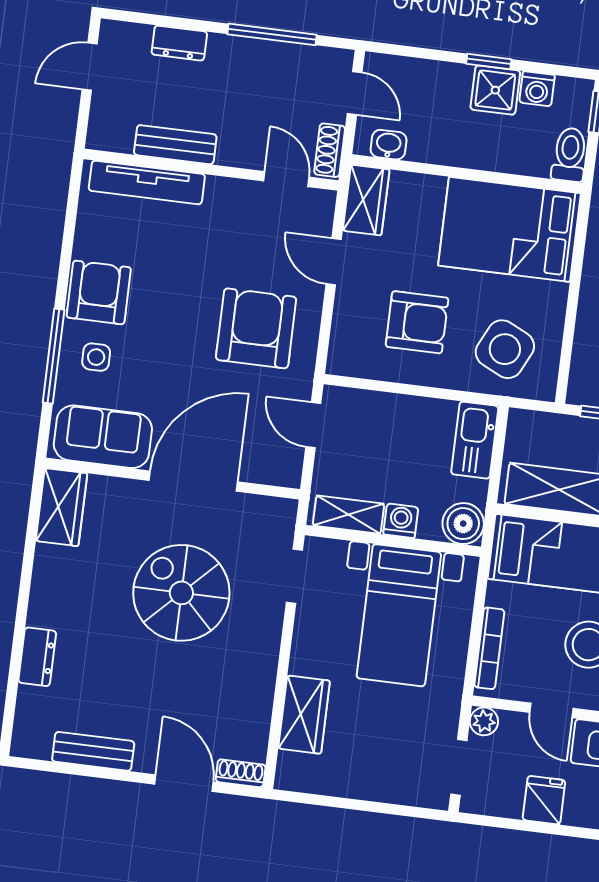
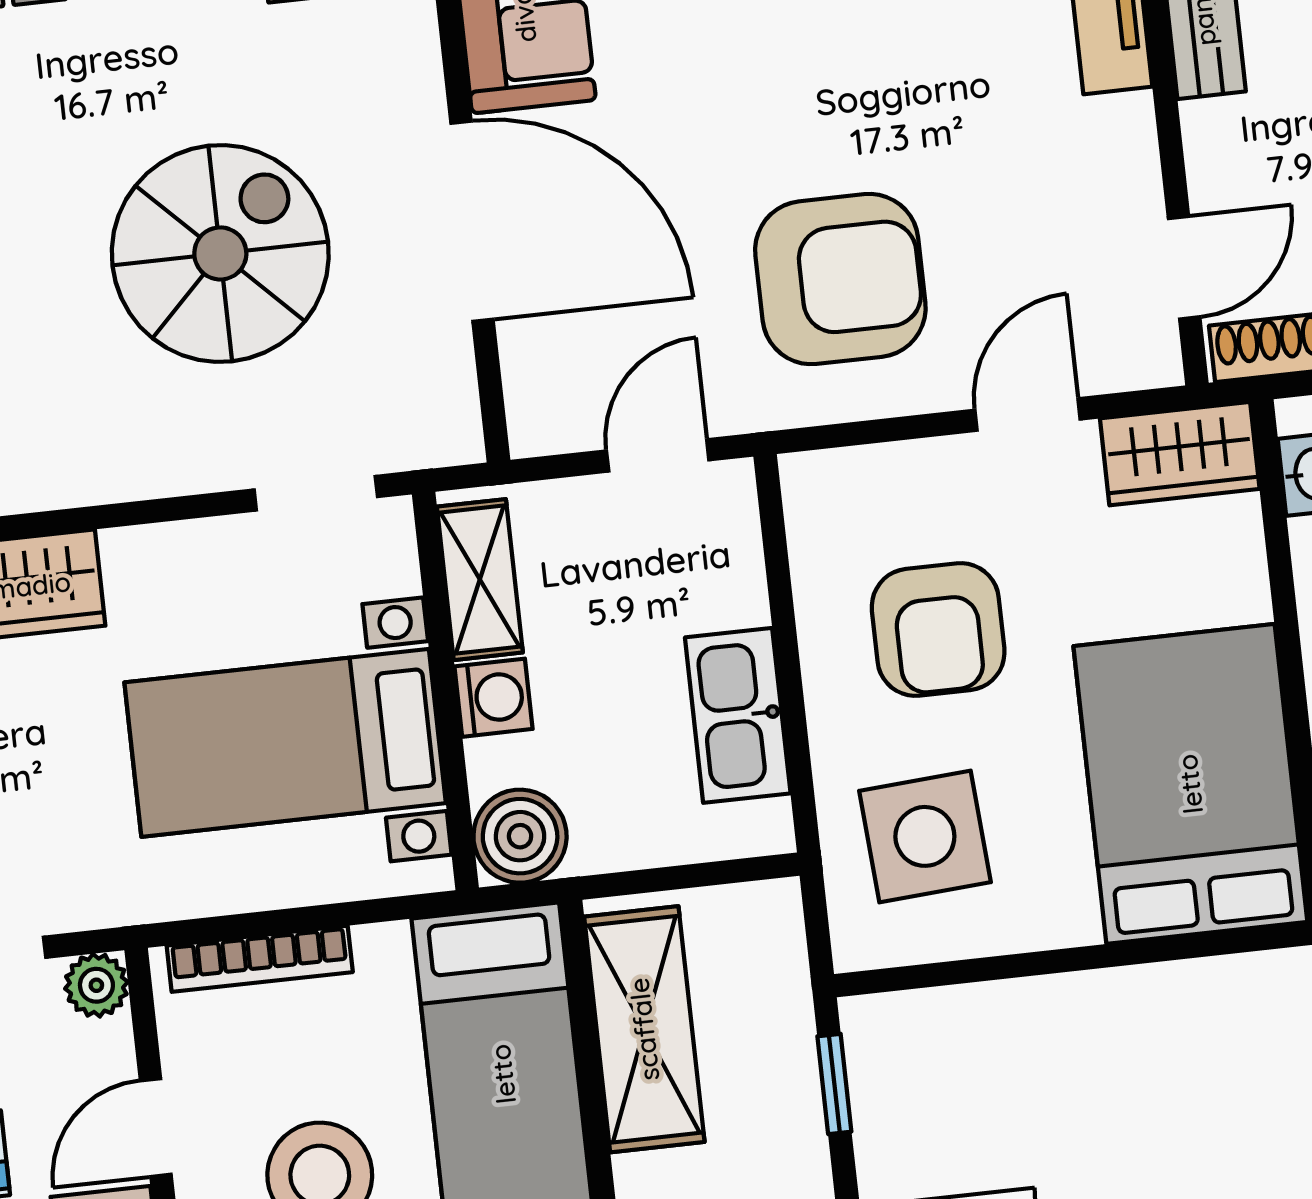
side table: (505, 349) -> (925, 836), turned -30
kitchen sink: (475, 440) -> (738, 715), moved, turned -90

